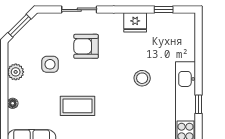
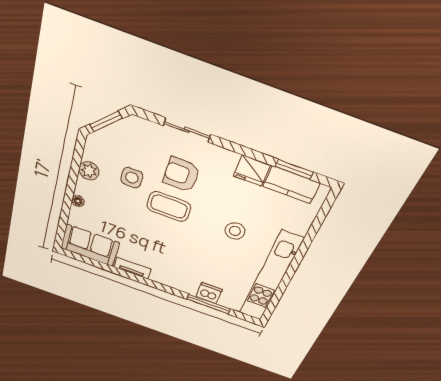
window: (164, 10) -> (294, 169), width x1.50
kitchen counter: (167, 22) -> (291, 185), added
window: (198, 104) -> (287, 278), removed
coffee table: (77, 106) -> (169, 207), moved

